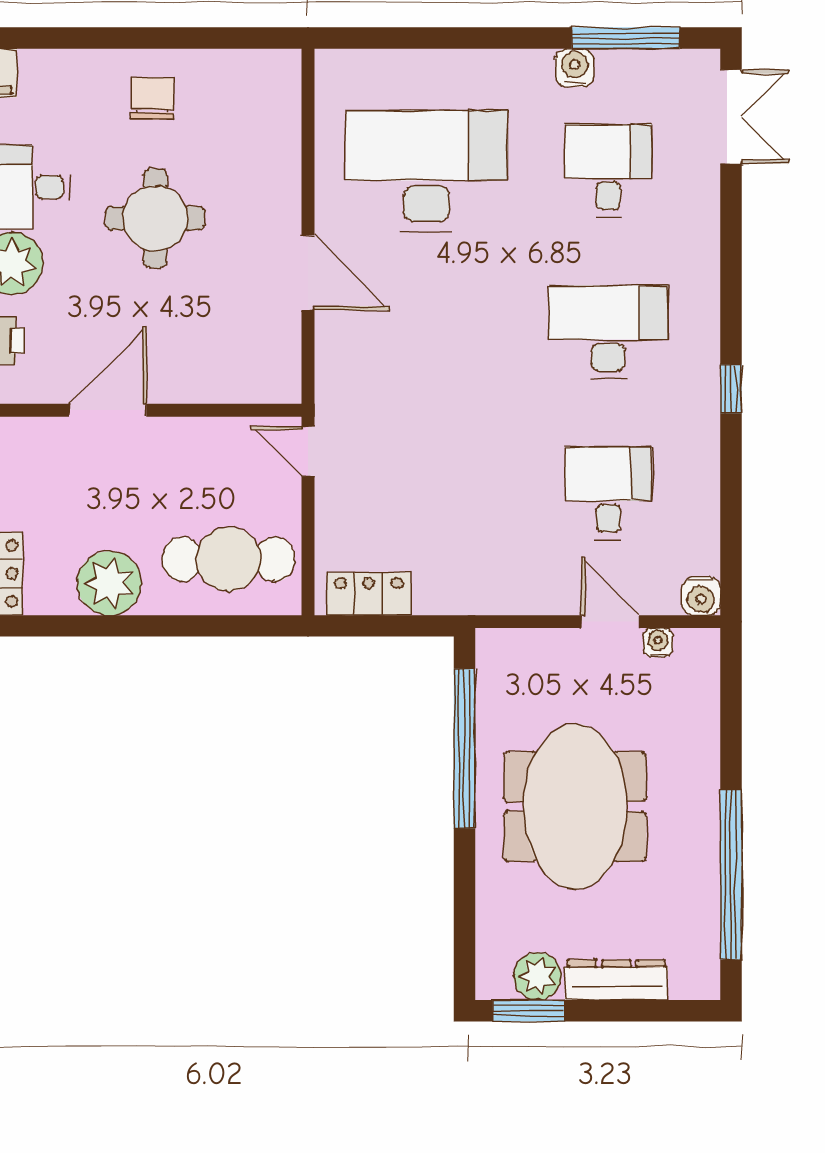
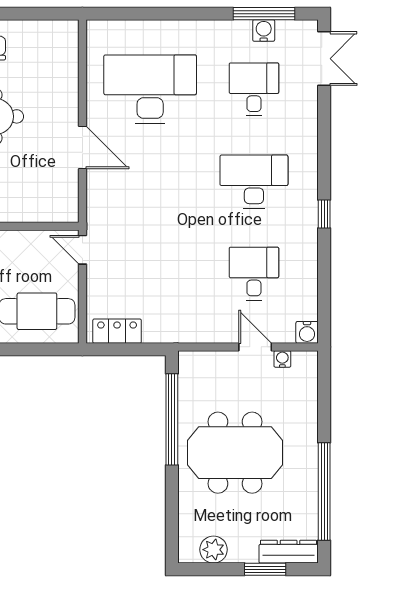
water cooler: (575, 68) -> (264, 30), moved
meeting table: (575, 807) -> (235, 453), turned 90
dresser: (616, 980) -> (289, 552), moved
window: (529, 1011) -> (265, 569), moved

